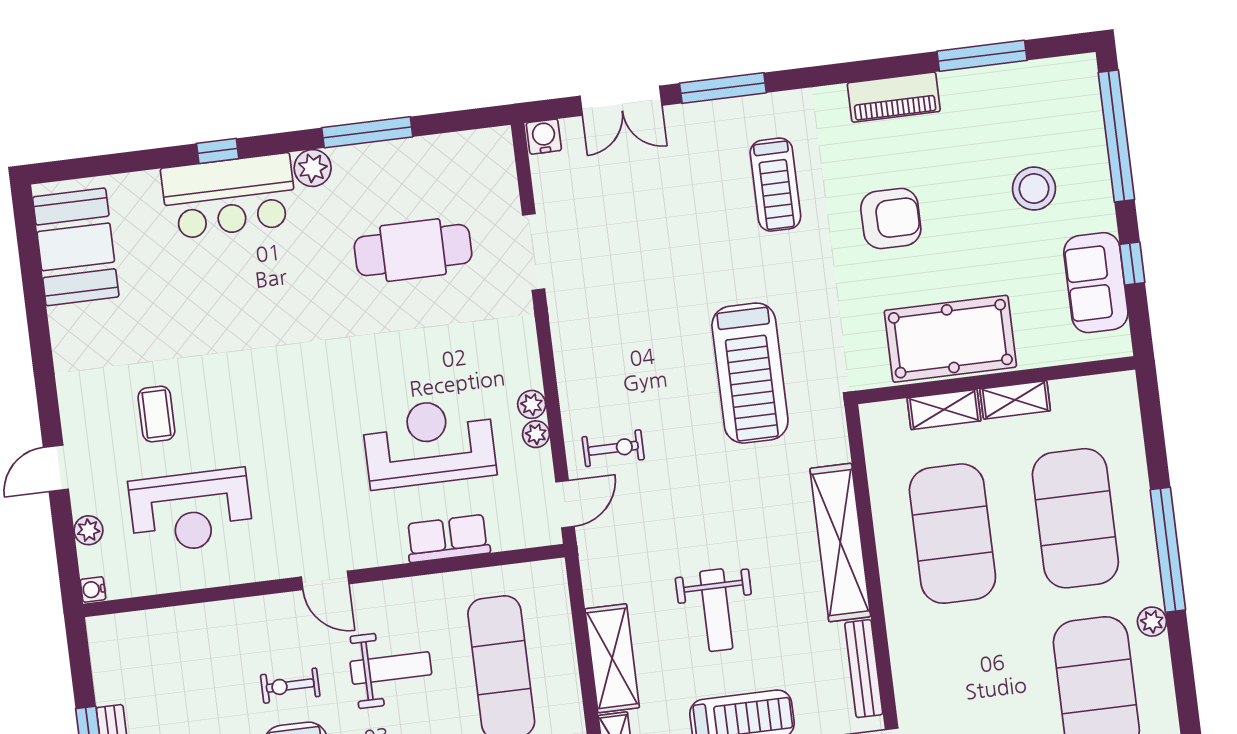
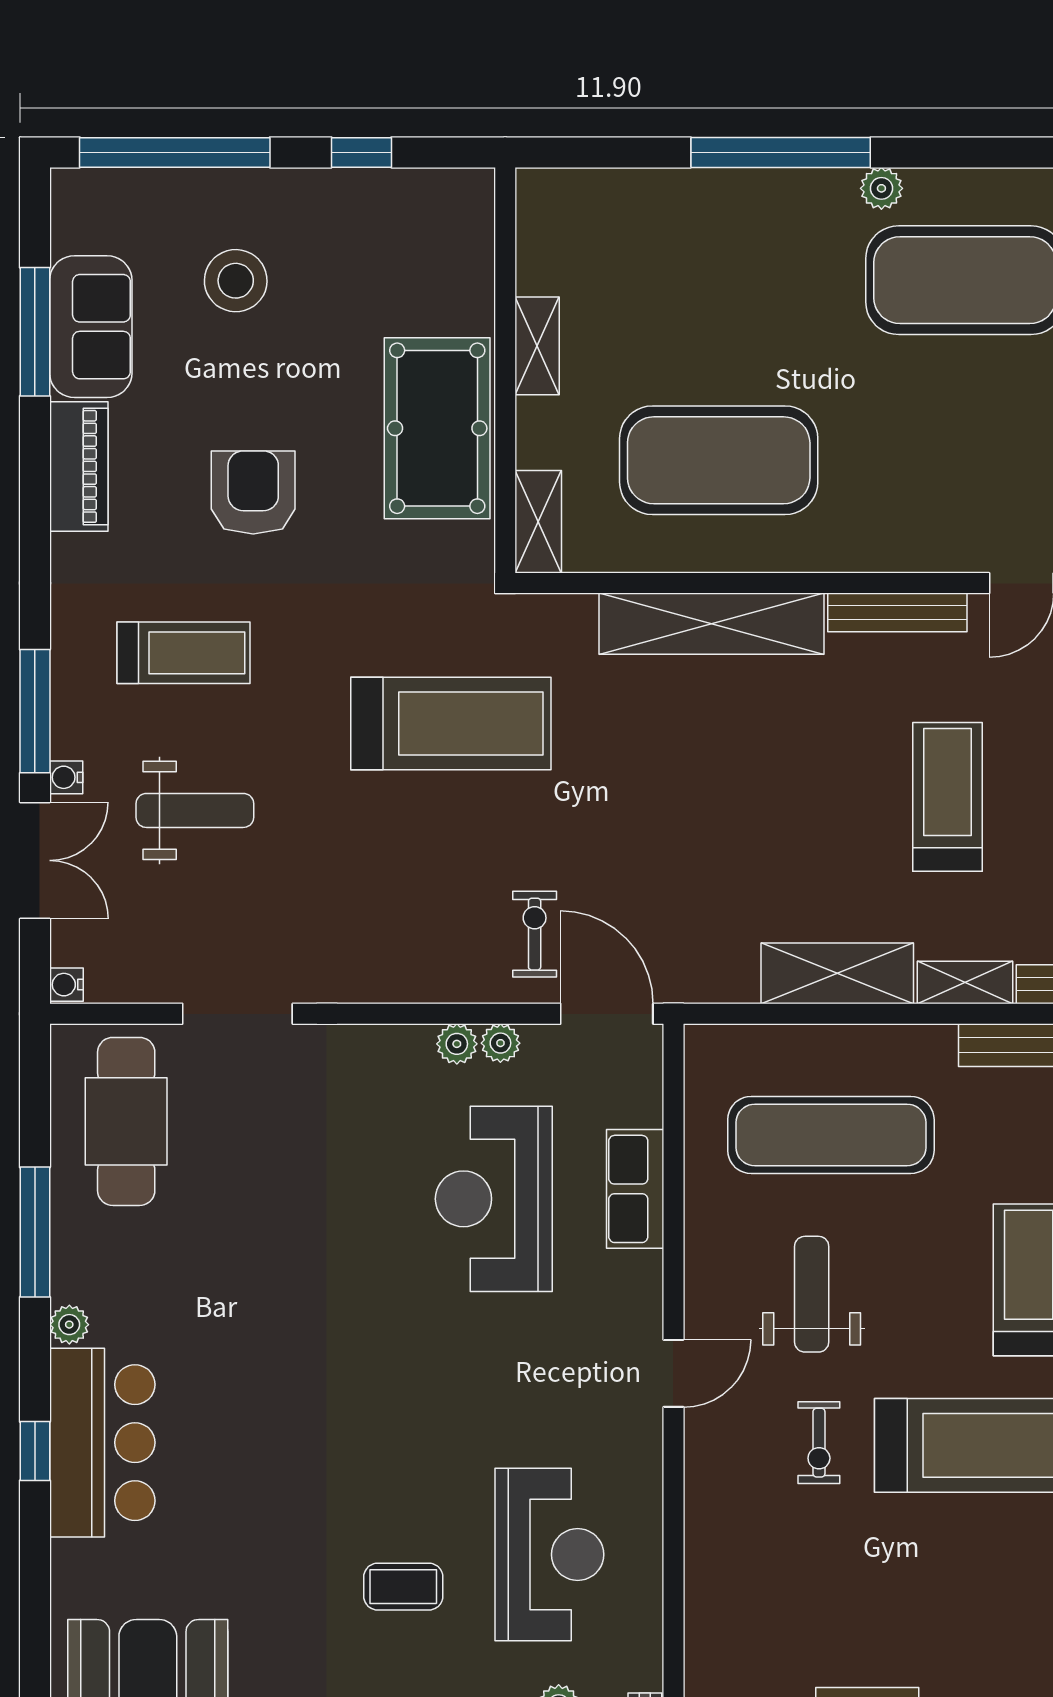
water cooler: (680, 115) -> (66, 777), added
water cooler: (544, 137) -> (66, 985), width x0.72, depth x0.72
plant: (313, 168) -> (69, 1325), width x0.73, depth x0.73
cafe table: (413, 250) -> (126, 1121), moved
sofa: (1096, 283) -> (91, 327), moved, turned -90
shelving: (944, 409) -> (538, 522), moved
door: (565, 504) -> (607, 1014), width x1.38
exercise mat: (1075, 518) -> (719, 280), removed
weight bench: (716, 610) -> (195, 810), moved

